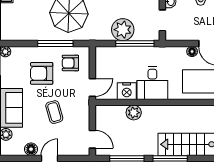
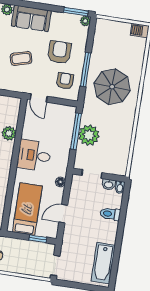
window: (135, 44) -> (76, 131), moved
floor lamp: (192, 52) -> (60, 182), moved
nightstand: (127, 91) -> (30, 130), removed

